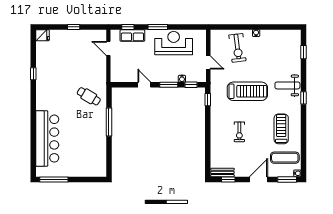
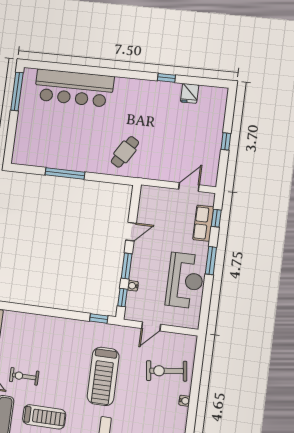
fridge: (43, 35) -> (190, 93), moved
window: (109, 122) -> (65, 174), moved
exercise bike: (239, 132) -> (24, 376), moved

